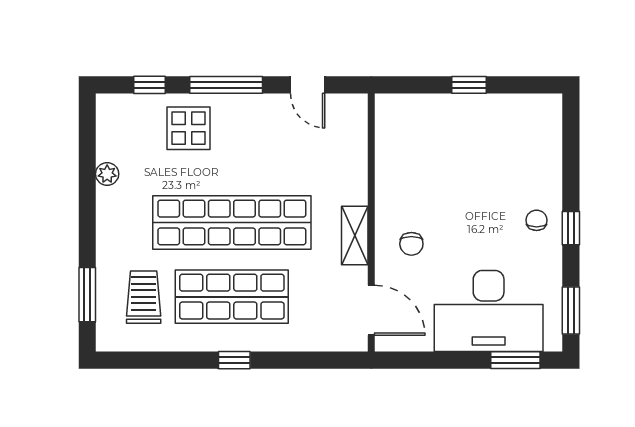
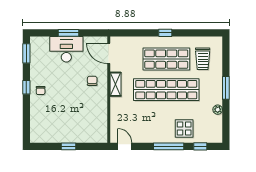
door: (308, 85) -> (125, 146), moved
window: (87, 295) -> (226, 88), moved
desk: (489, 311) -> (66, 49), width x0.73, depth x0.77
window: (515, 360) -> (68, 33), moved

